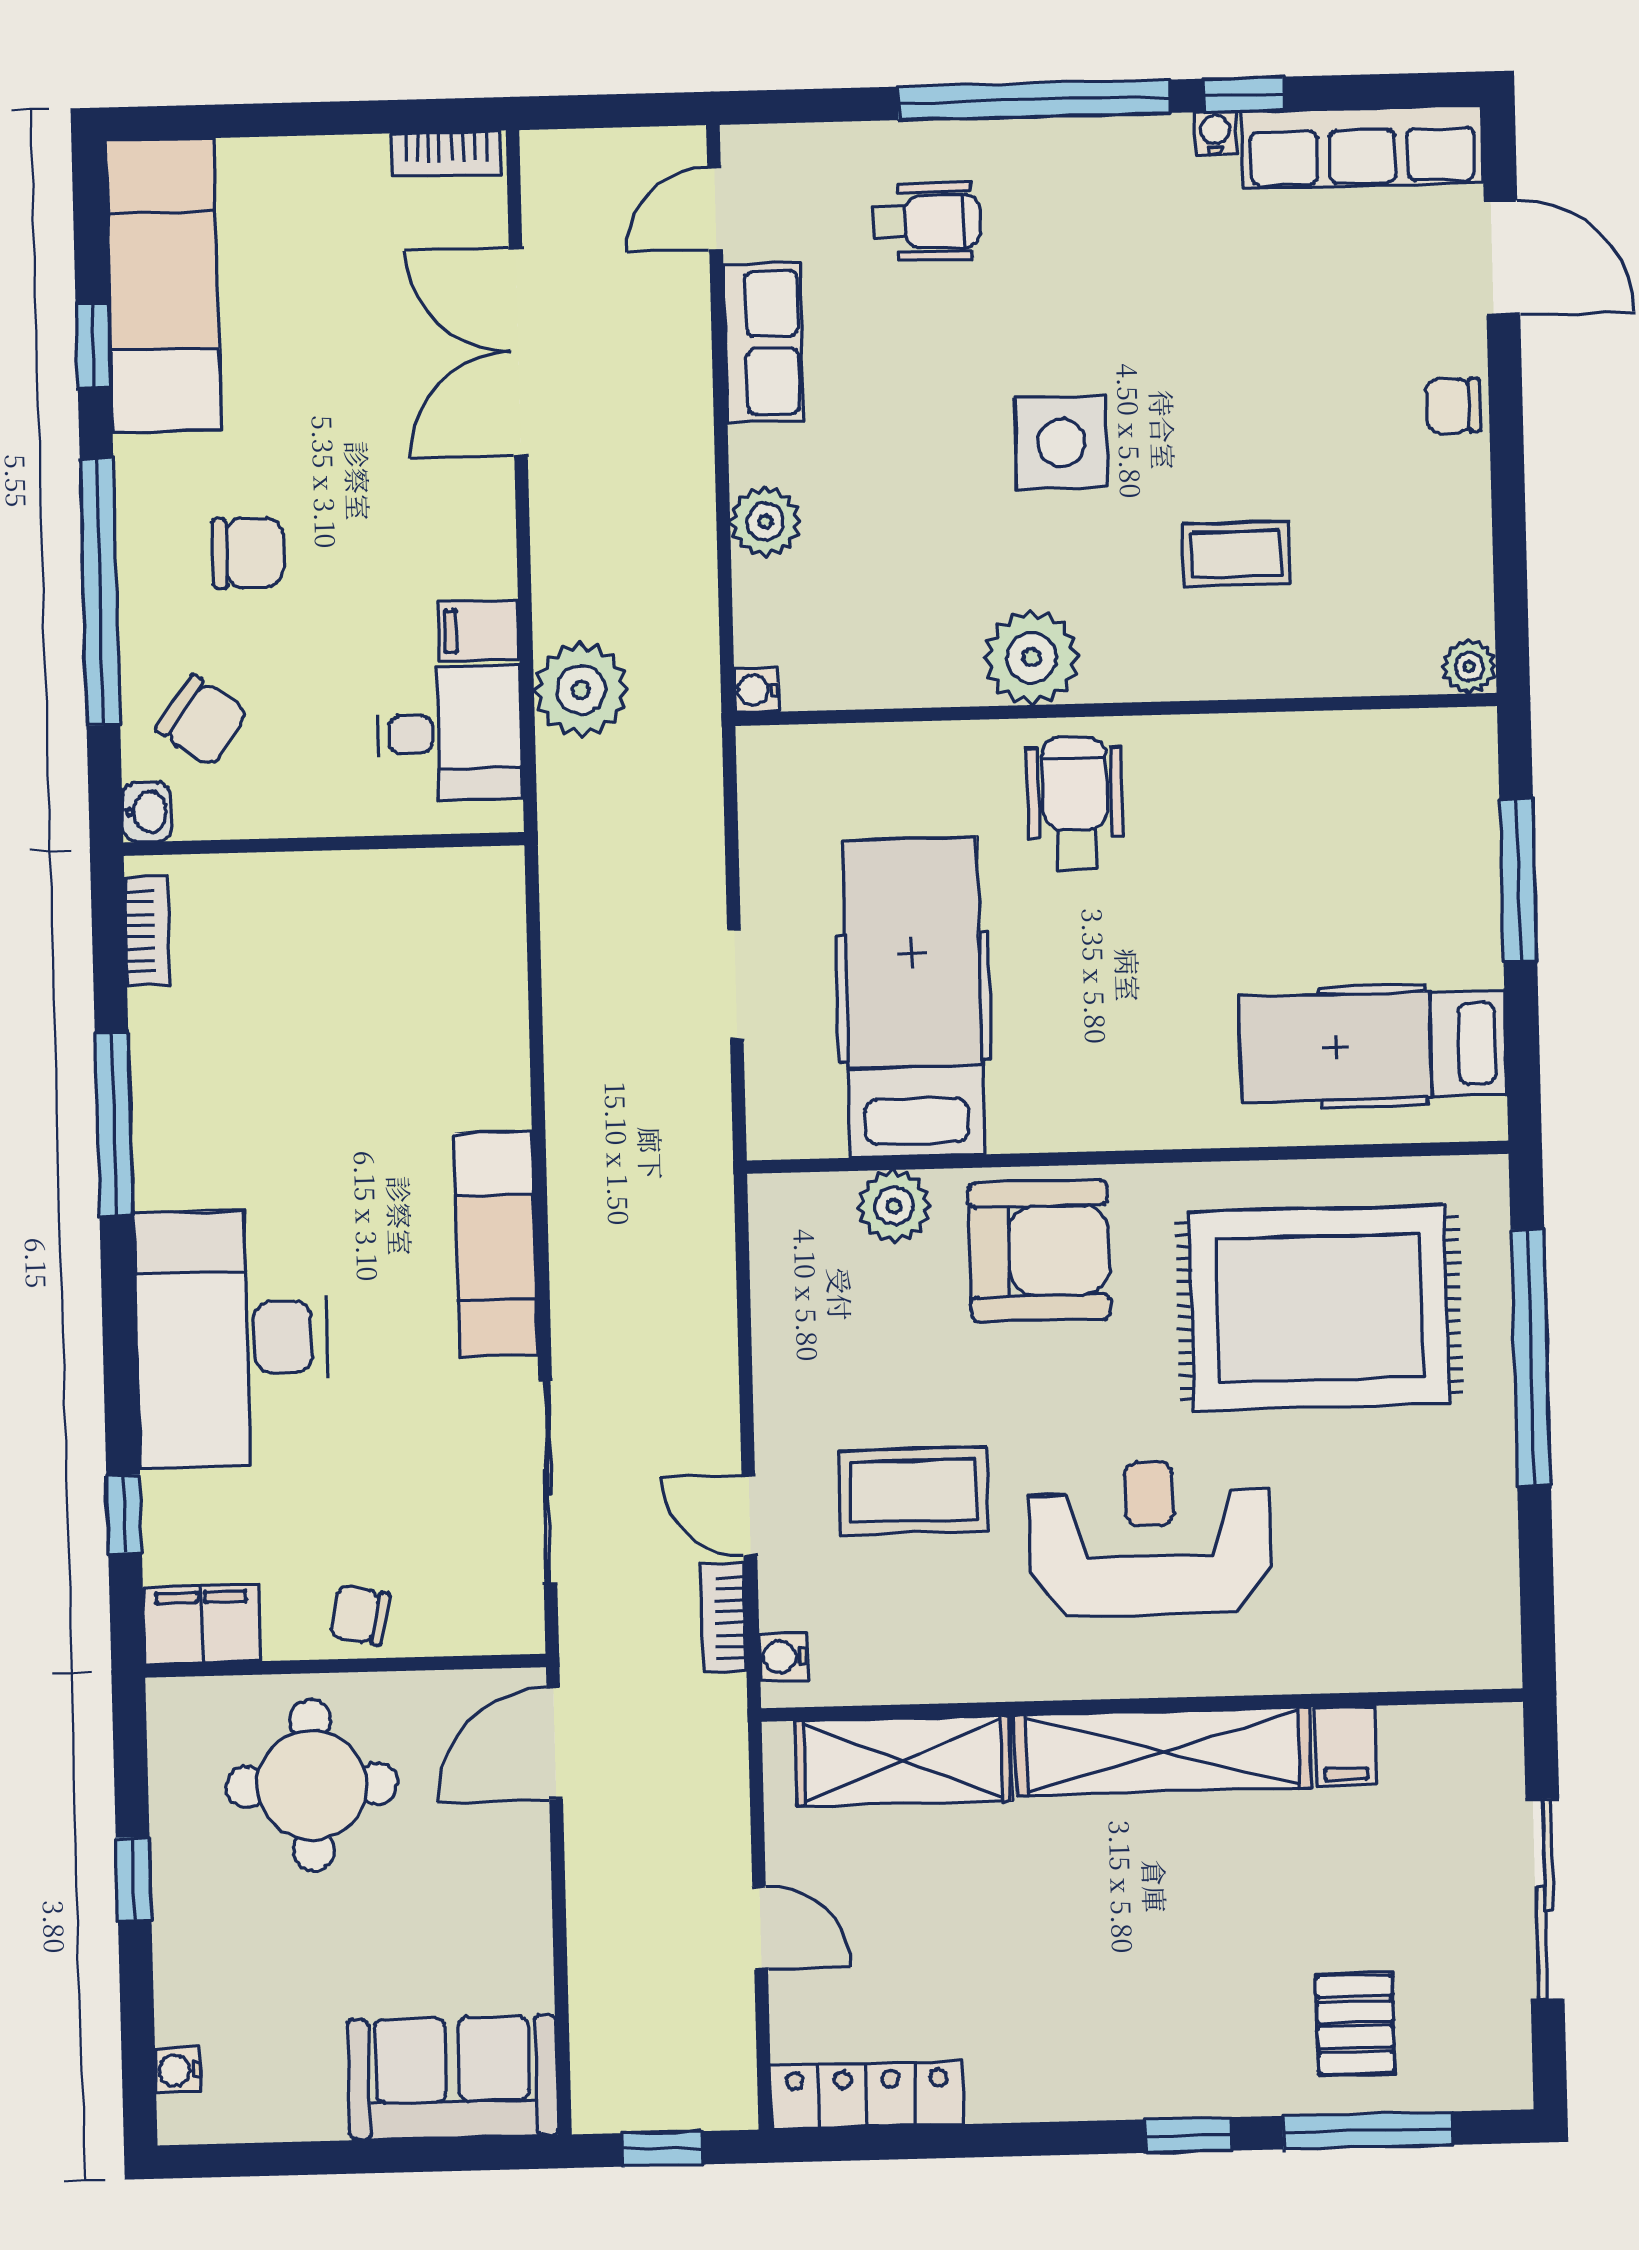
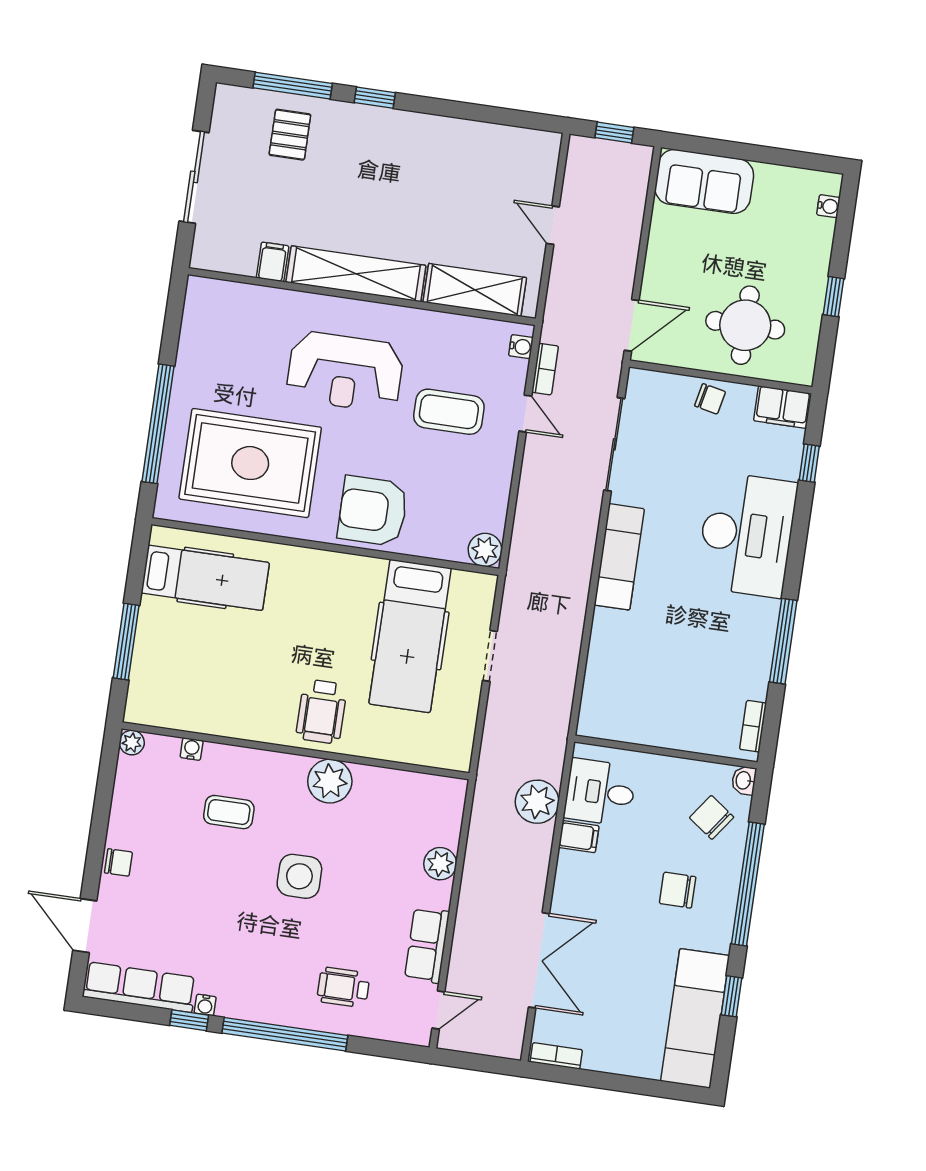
water cooler: (756, 690) -> (192, 749), moved, turned -90
plant: (894, 1206) -> (485, 550), moved
locker: (867, 2095) -> (517, 141), removed

